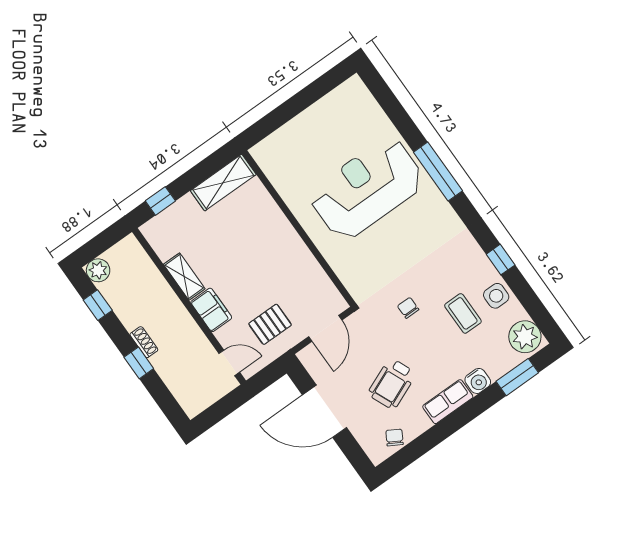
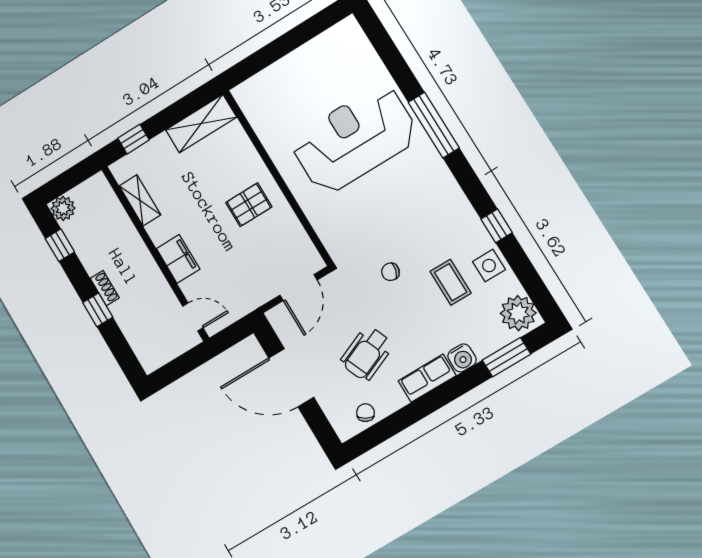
shelving: (184, 277) -> (140, 200), moved
chair: (408, 308) -> (390, 272), turned -74
pallet: (270, 324) -> (249, 205), moved

